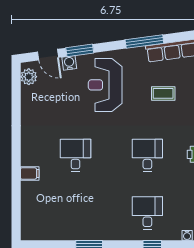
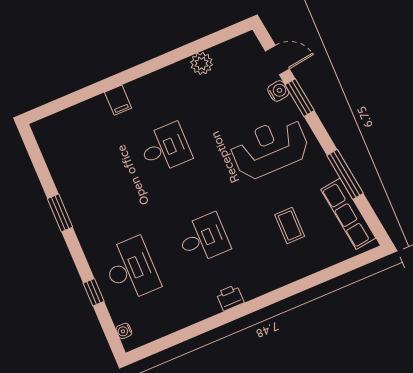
door: (48, 55) -> (277, 60), swing flipped
plant: (29, 77) -> (202, 63), moved
desk: (147, 213) -> (131, 269), width x1.37

